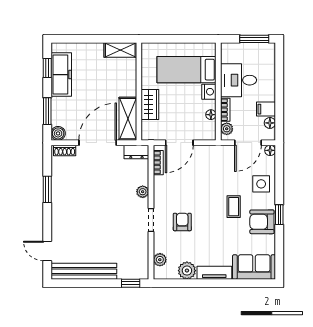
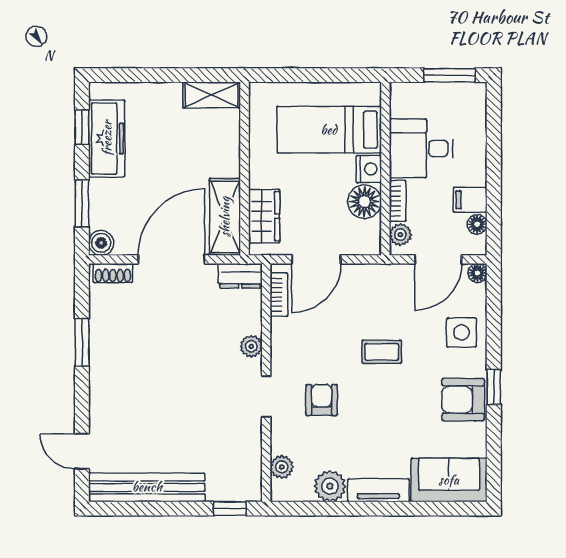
wardrobe: (150, 104) -> (264, 216), moved
floor lamp: (211, 115) -> (364, 202), width x1.89, depth x1.89
coffee table: (234, 207) -> (382, 352), moved, turned 90

